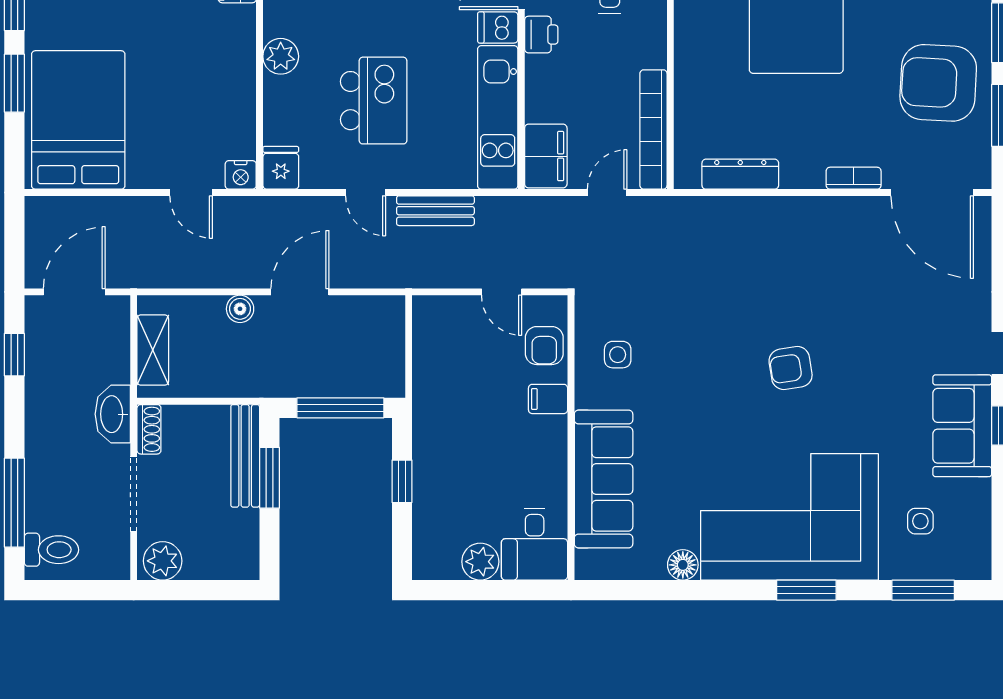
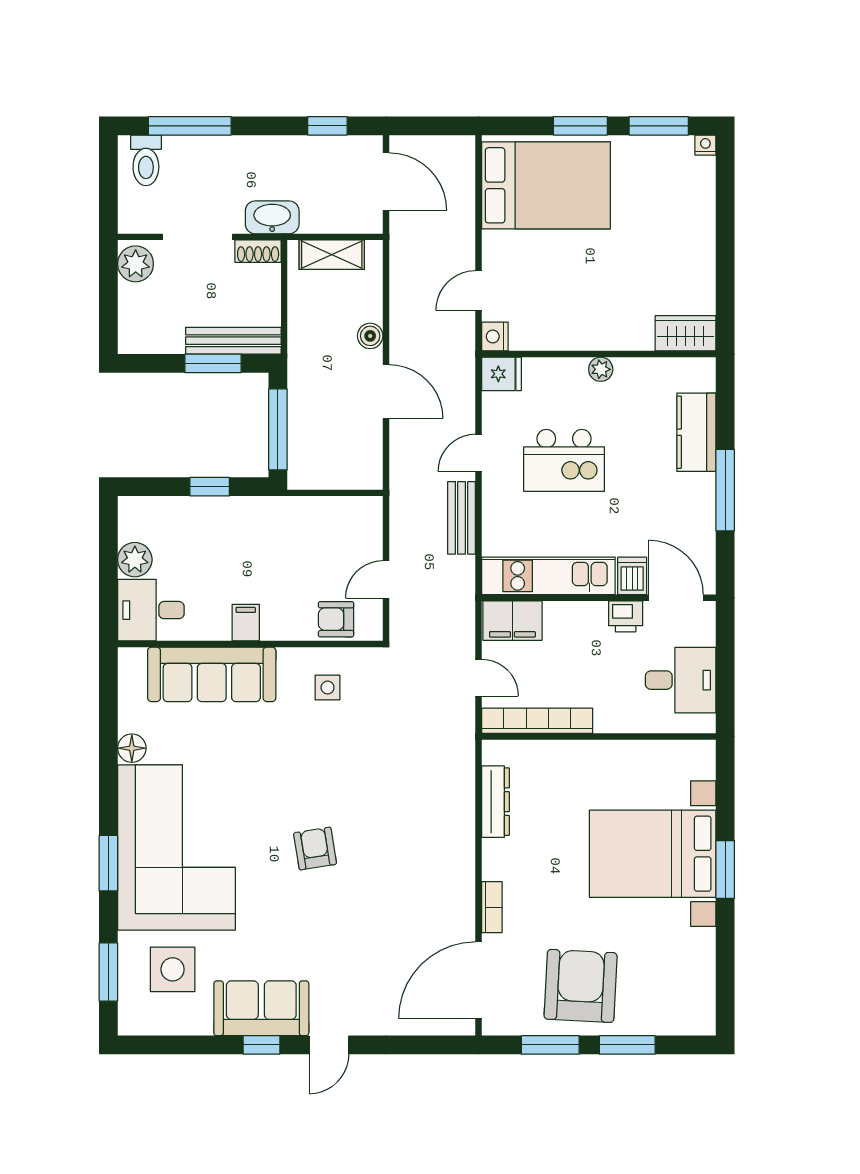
plant: (281, 56) -> (601, 369), width x0.73, depth x0.73
filing cabinet: (548, 399) -> (246, 623), moved
side table: (920, 521) -> (173, 969), width x1.87, depth x1.87

